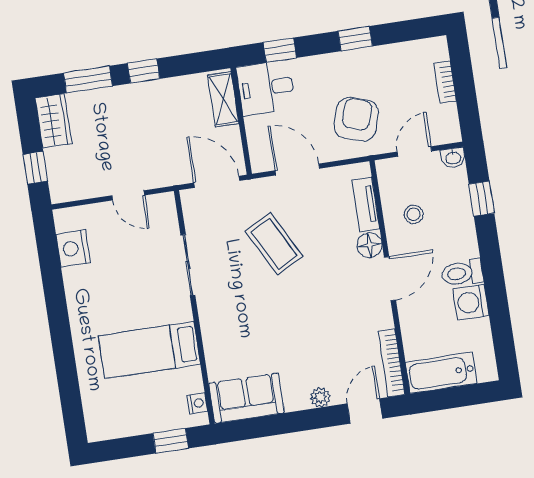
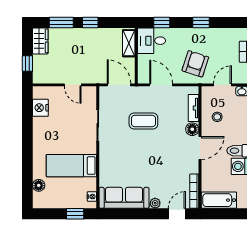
coffee table: (274, 244) -> (143, 121), turned -62
floor lamp: (93, 397) -> (39, 185), added
sofa: (247, 398) -> (124, 198), width x1.36

